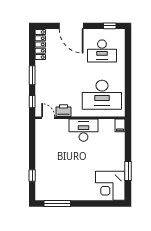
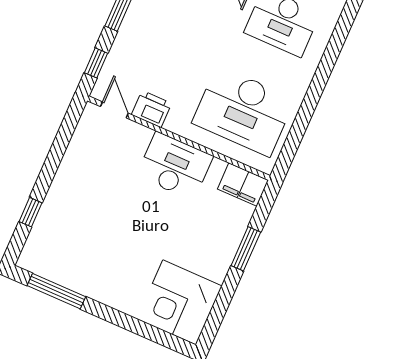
filing cabinet: (120, 125) -> (243, 185), width x2.00
window: (128, 171) -> (246, 249), moved

